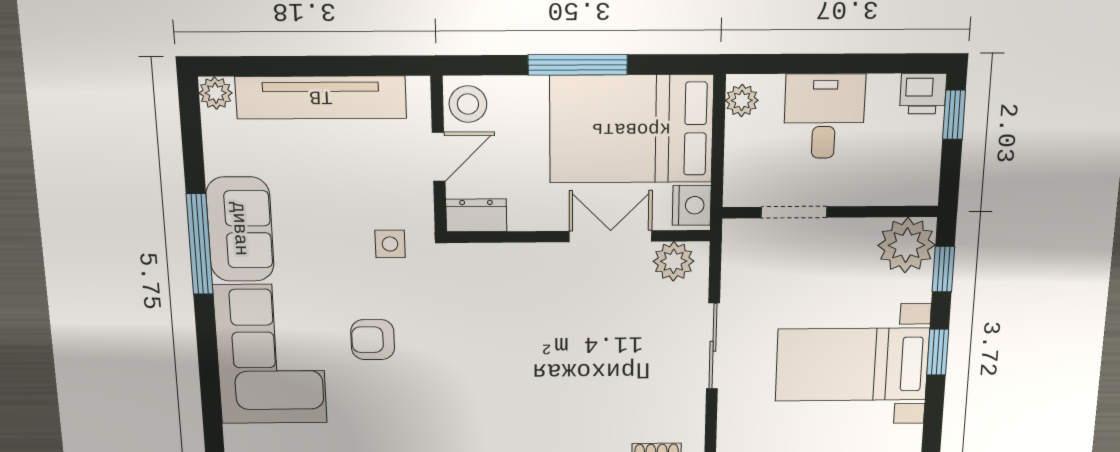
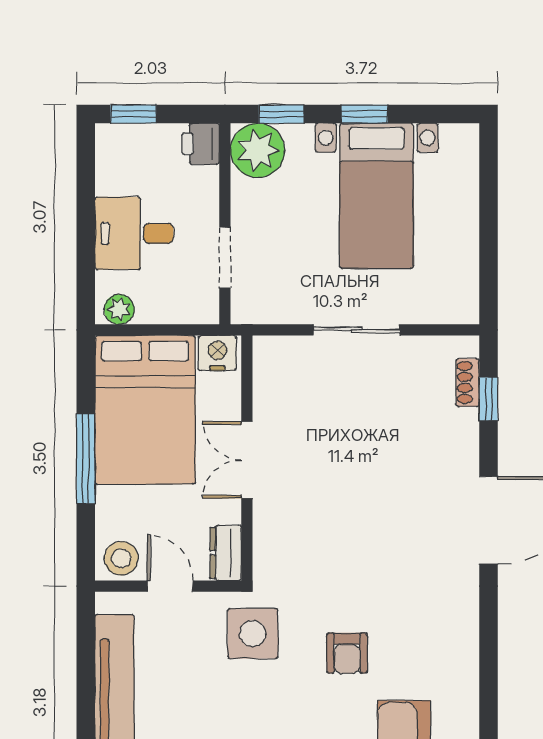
printer: (923, 94) -> (201, 144), moved, turned 180
double door: (610, 236) -> (247, 460), moved
side table: (390, 244) -> (253, 633), width x1.87, depth x1.87
plant: (674, 261) -> (272, 369), removed

